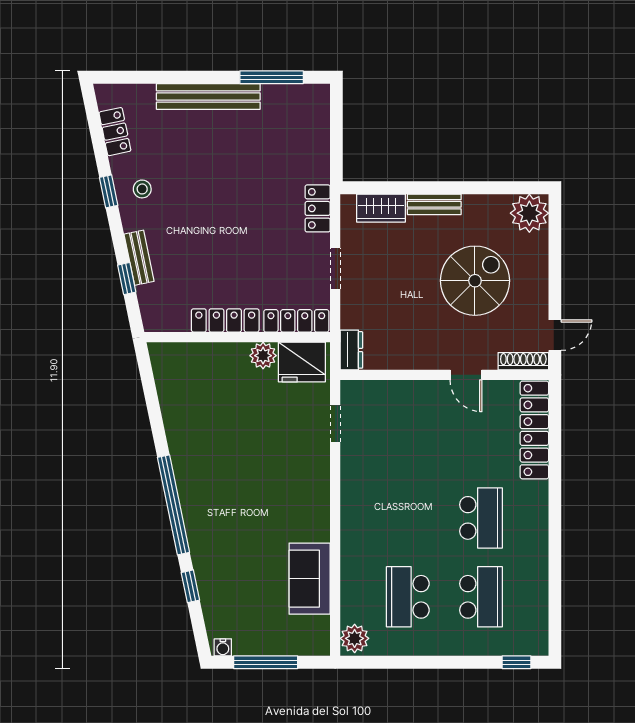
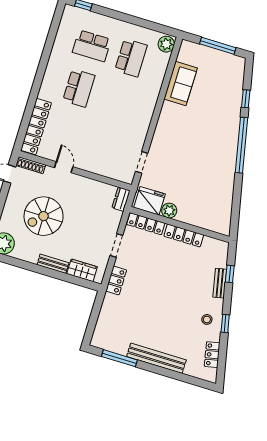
school desk: (481, 518) -> (79, 88), turned 180
school desk: (481, 597) -> (92, 46), turned -90
water cooler: (223, 647) -> (238, 61), removed

